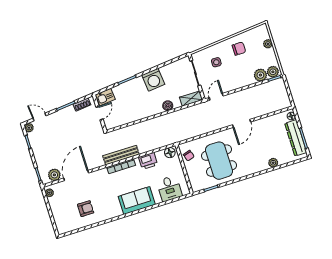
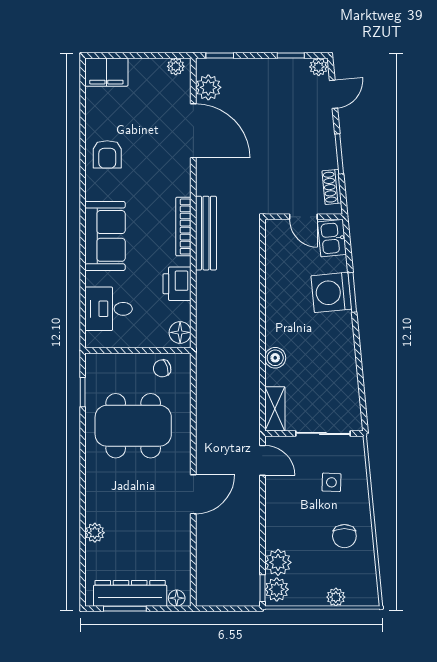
washing machine: (153, 80) -> (331, 292), moved
door: (242, 123) -> (193, 494), swing flipped
armchair: (86, 209) -> (107, 154), moved
filing cabinet: (62, 223) -> (106, 72), added

